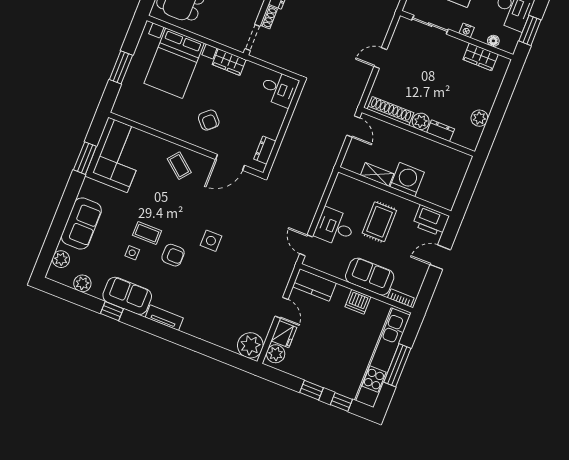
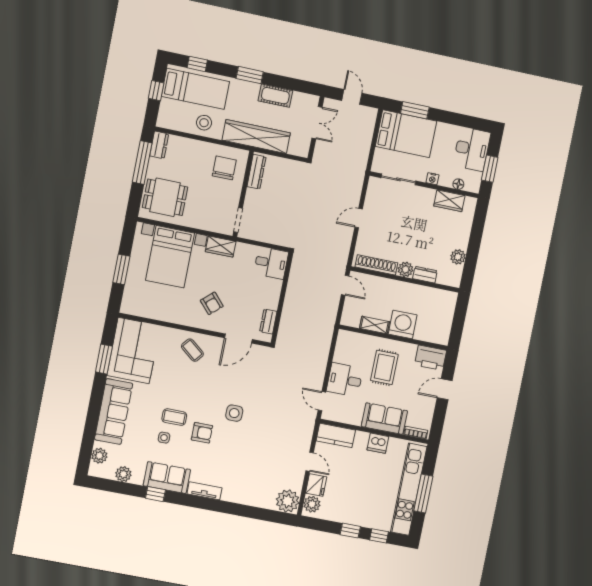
shoe rack: (269, 17) -> (249, 199), removed
sofa: (81, 224) -> (114, 412), width x1.36

